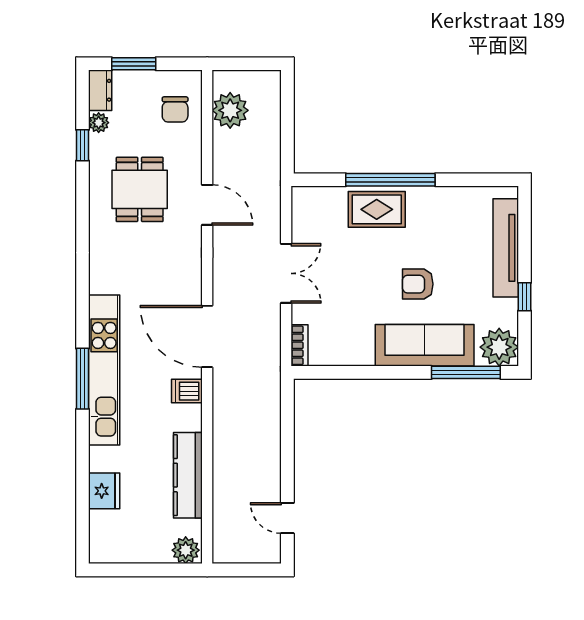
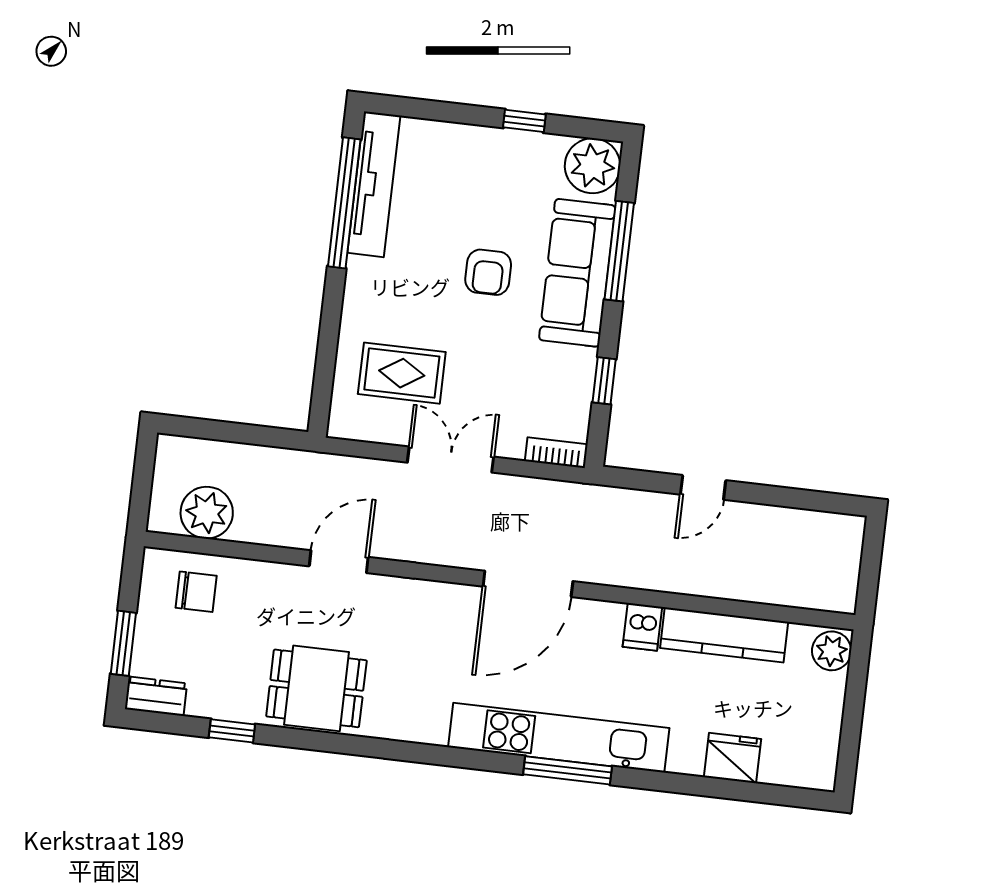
plant: (99, 123) -> (202, 704), removed
window: (390, 180) -> (344, 203), moved
dining table: (140, 189) -> (316, 688), moved
rug: (377, 209) -> (402, 373), moved, turned 90
tv unit: (506, 248) -> (374, 184), moved, turned -90
window: (353, 372) -> (604, 381), added
window: (466, 372) -> (619, 251), moved
dishwasher: (187, 391) -> (642, 627), moved
door: (287, 518) -> (703, 487), moved

